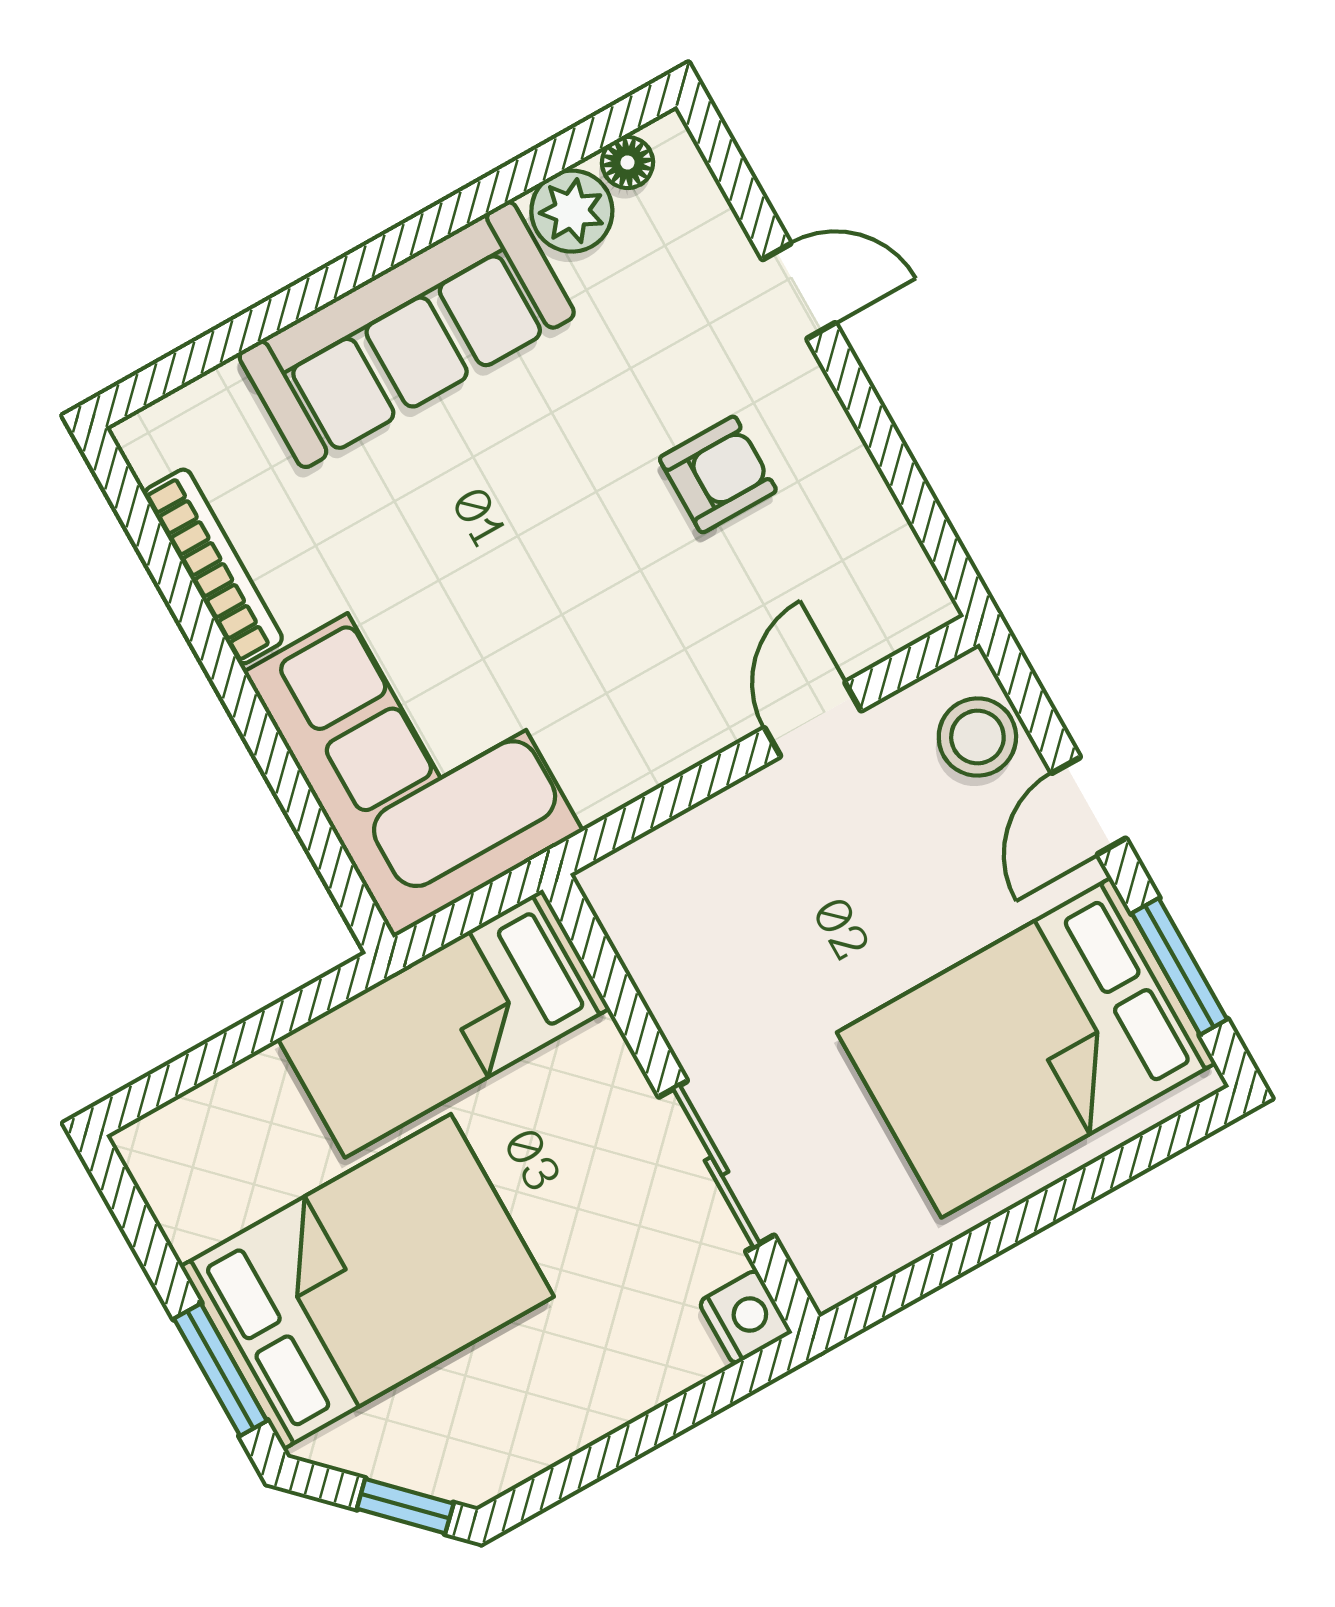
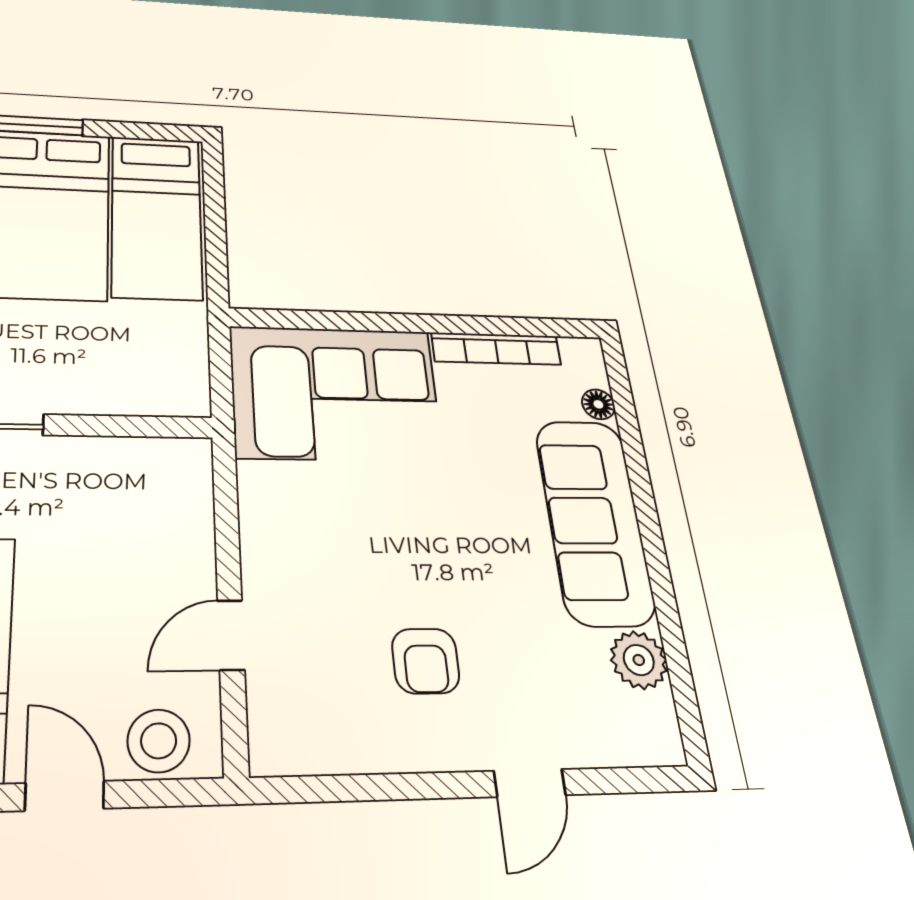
floor lamp: (627, 162) -> (598, 404), moved
door: (813, 719) -> (231, 635), swing flipped
bed: (444, 1023) -> (156, 216), moved, turned 180

